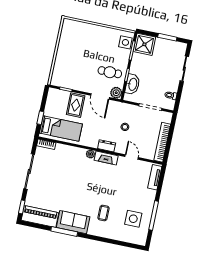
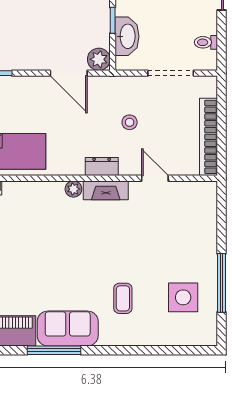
cafe table: (110, 72) -> (78, 22), removed
rug: (76, 105) -> (25, 100), removed
tv unit: (155, 177) -> (208, 208), removed

